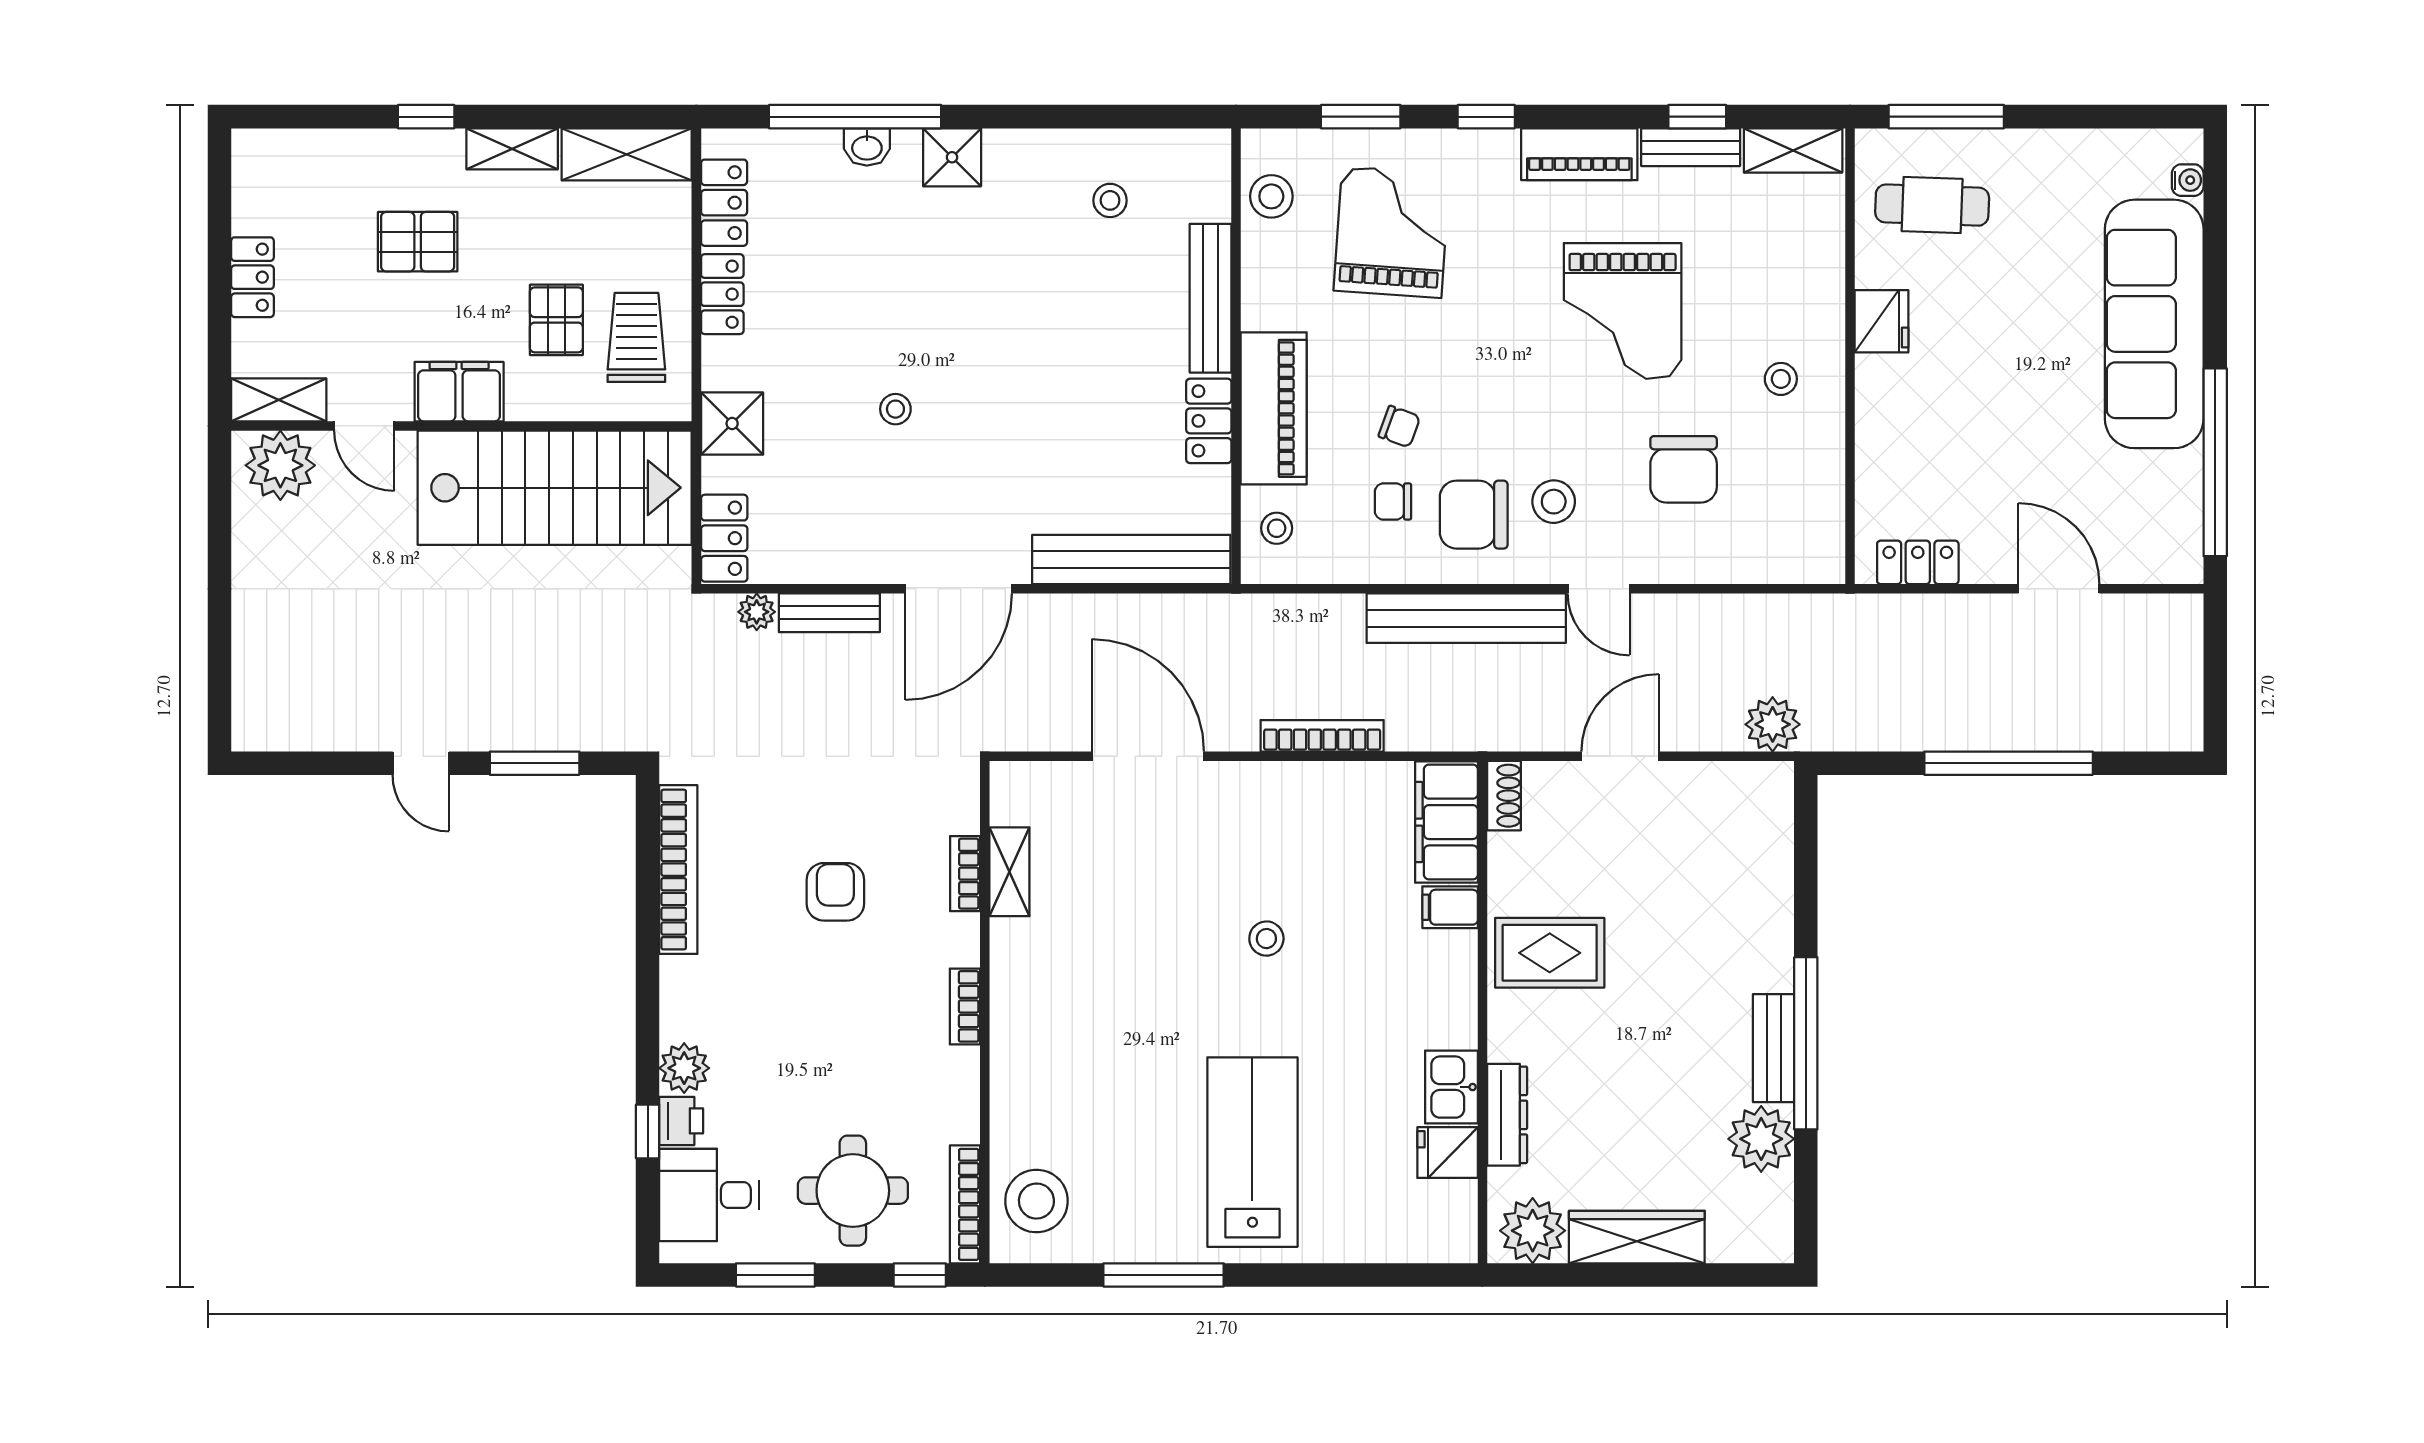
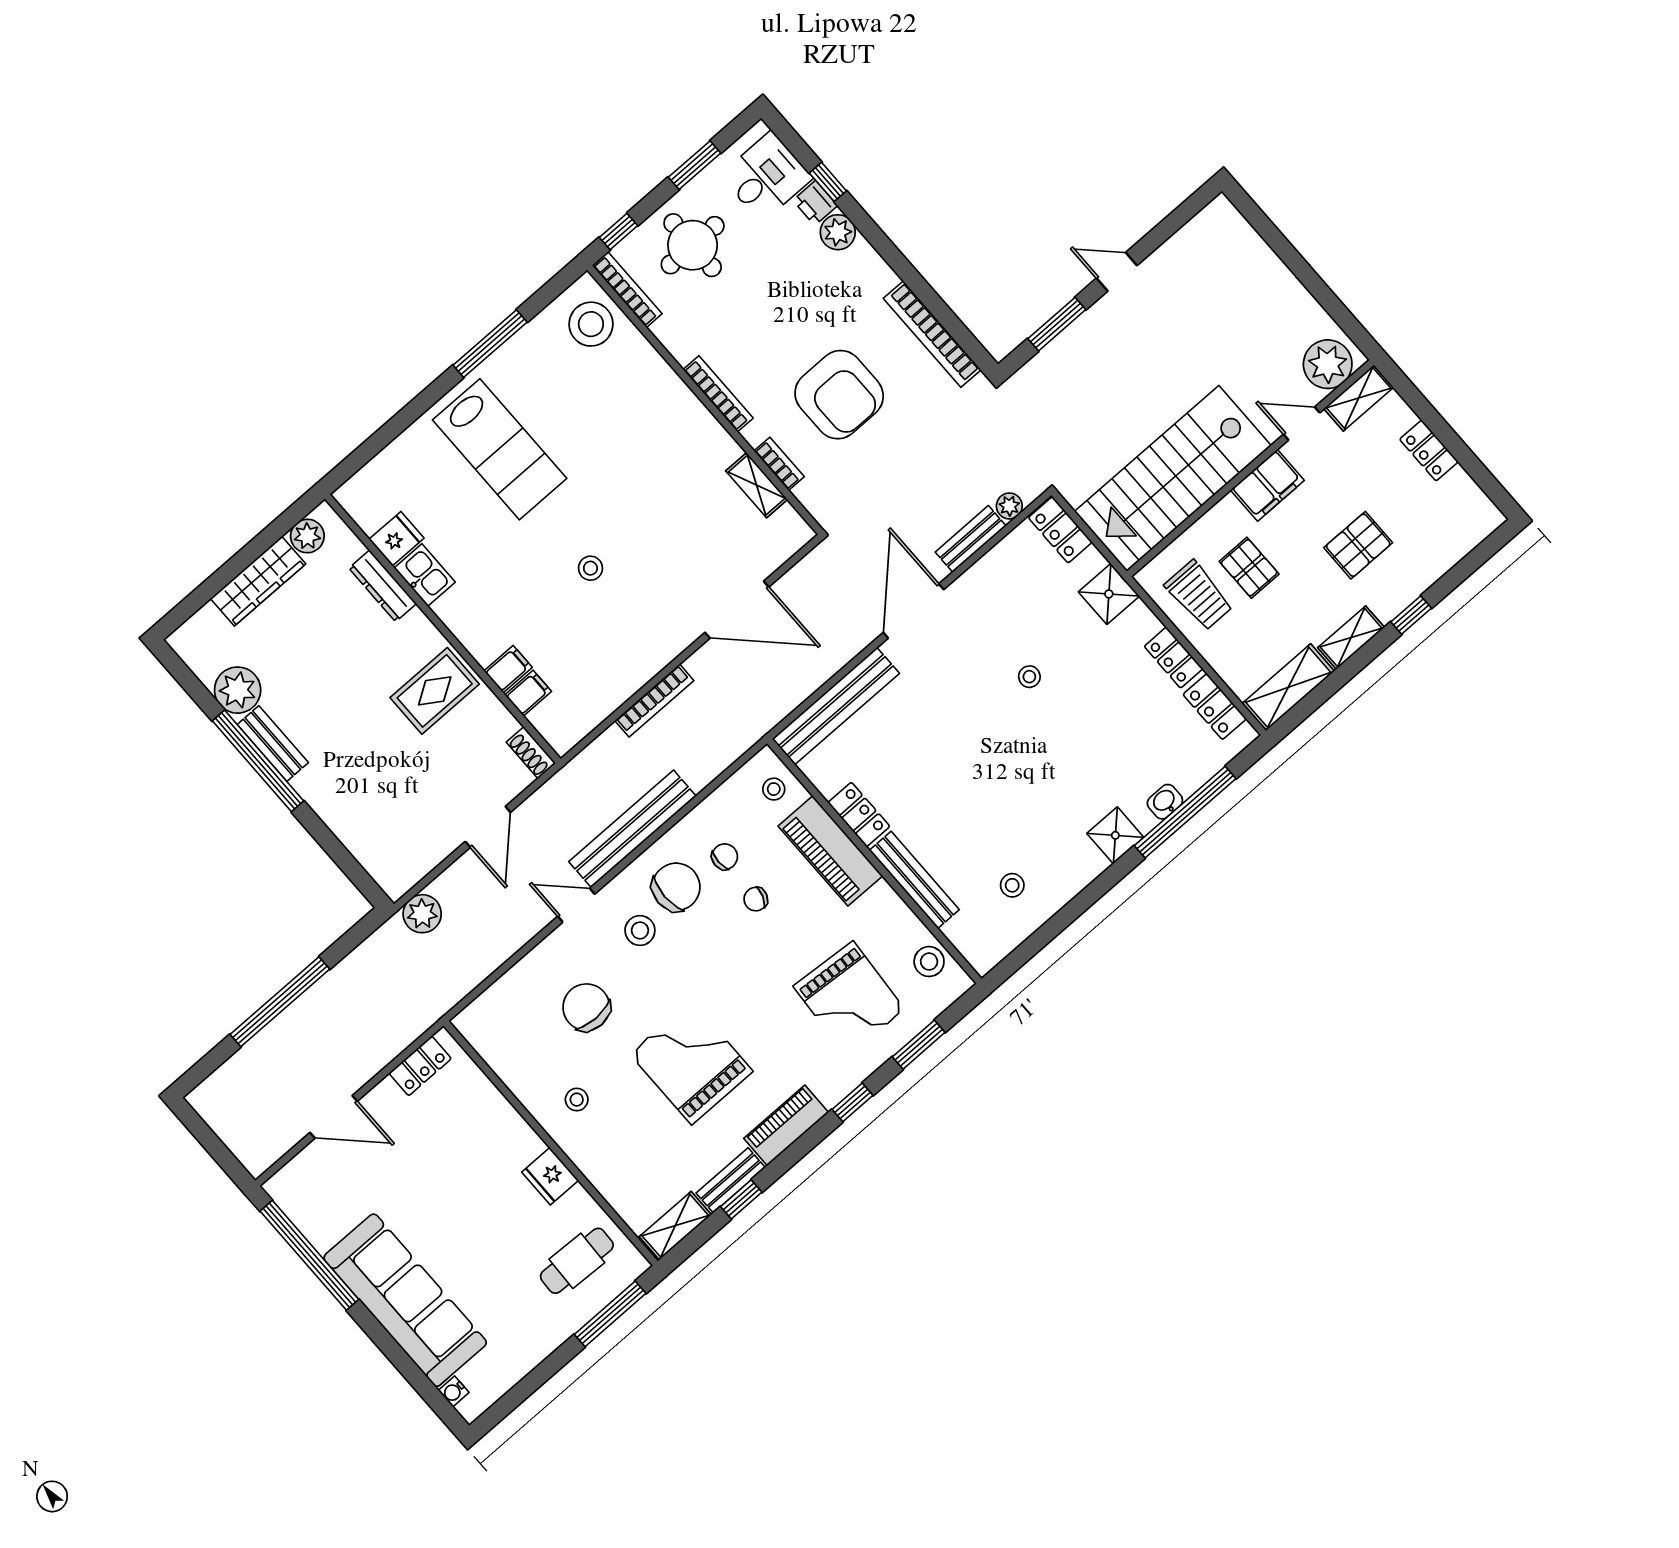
filing cabinet: (1446, 822) -> (528, 693), width x0.33, depth x0.86
armchair: (835, 892) -> (839, 395), width x1.88, depth x1.88
bookcase: (965, 1006) -> (718, 394), width x1.56
plant: (1533, 1231) -> (307, 536), width x0.73, depth x0.73

